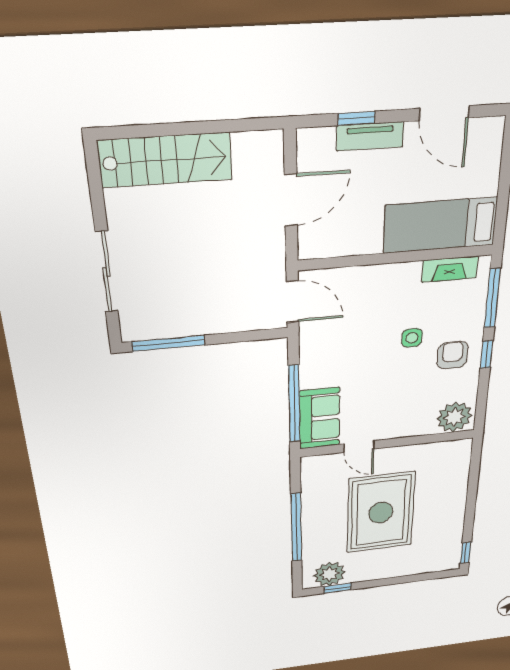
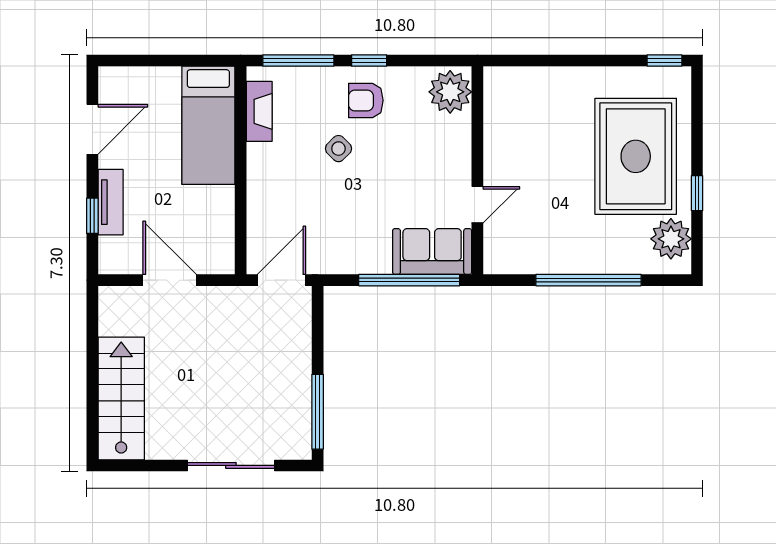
side table: (412, 338) -> (338, 149), turned 45
rug: (381, 513) -> (636, 156), moved, turned 90
window: (338, 588) -> (697, 193), moved

